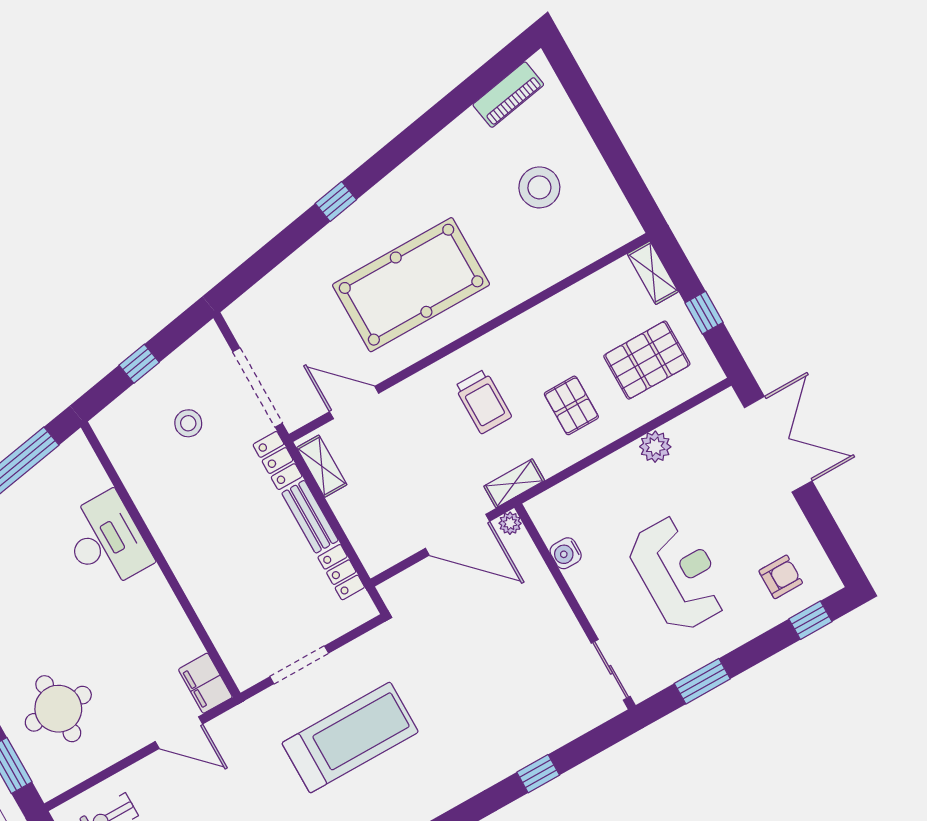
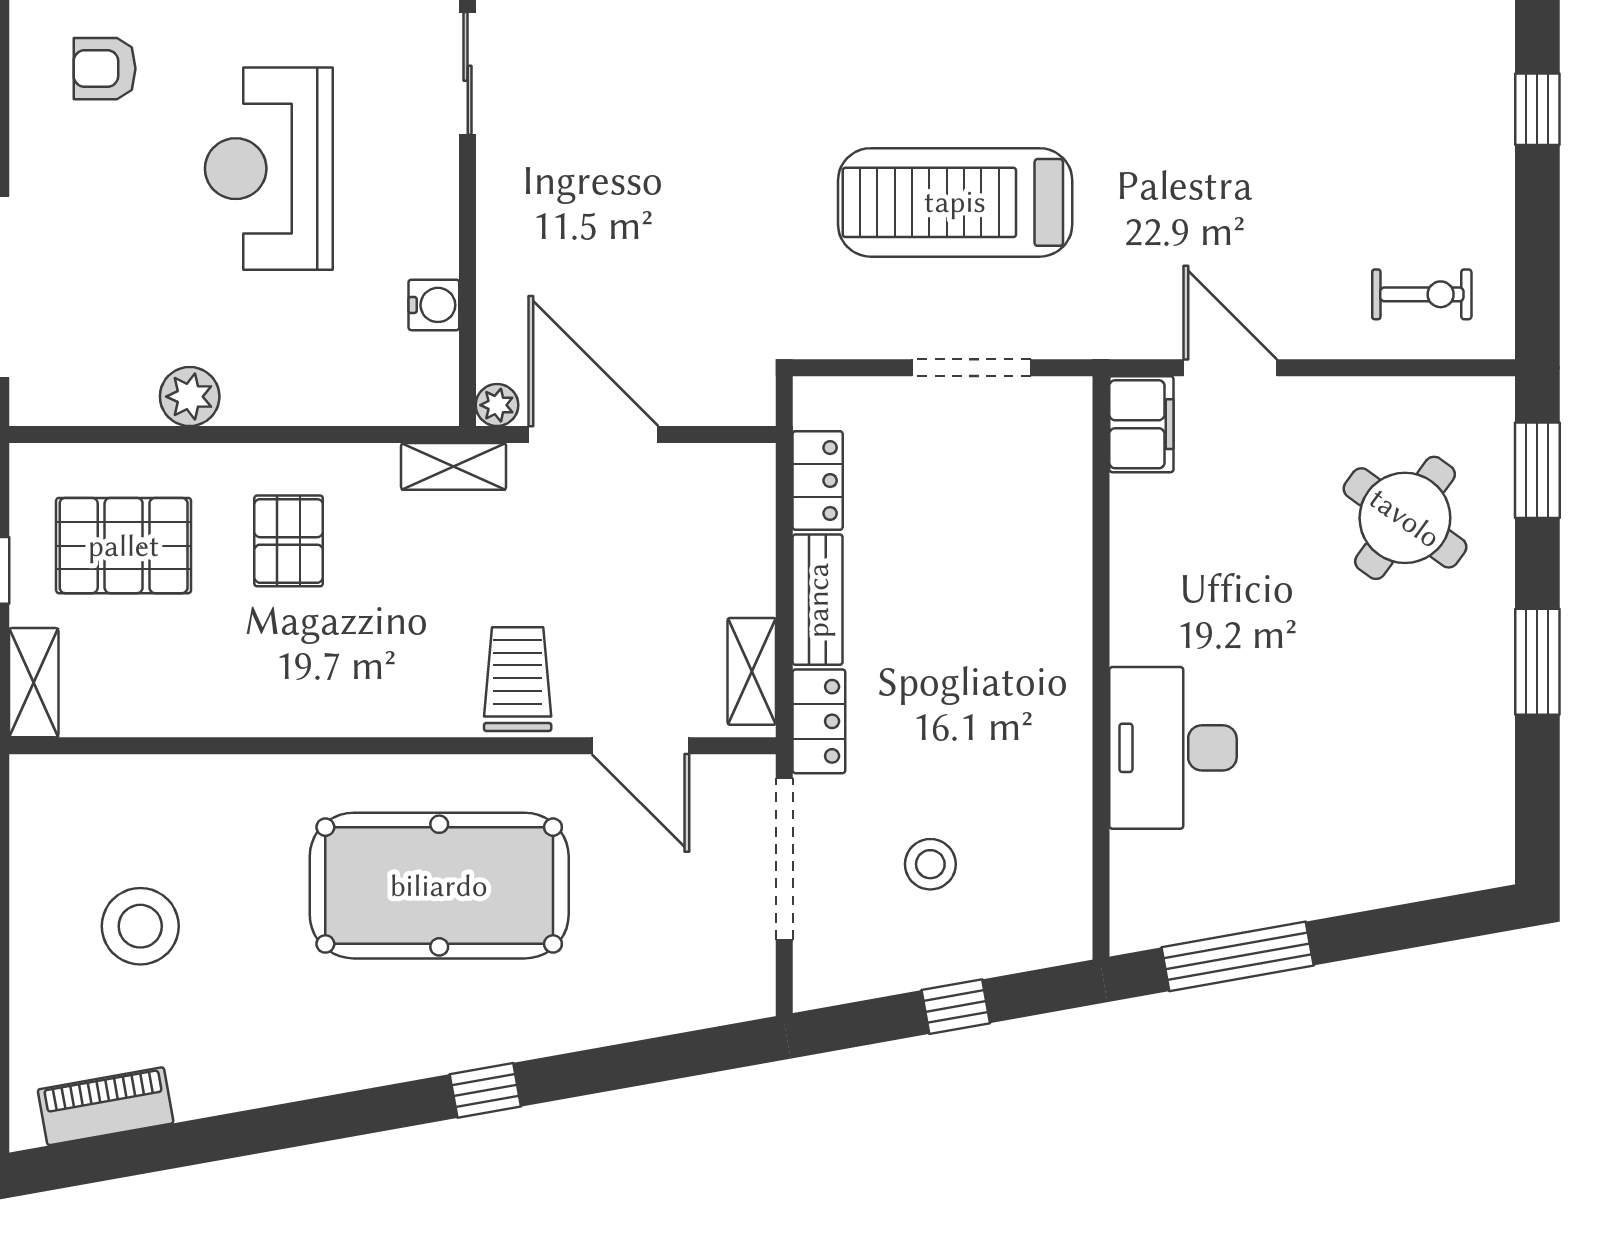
trolley: (483, 402) -> (518, 679), moved
round table: (58, 709) -> (1405, 518), turned 36

